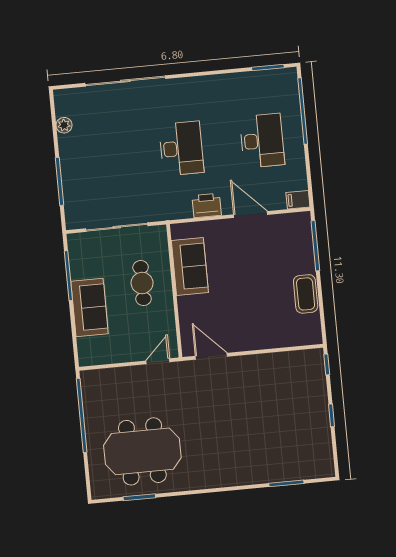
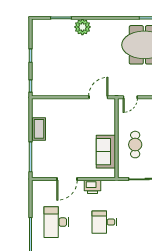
desk: (181, 148) -> (104, 222), width x0.73
filing cabinet: (298, 200) -> (38, 185), removed
door: (251, 215) -> (67, 179), hinge flipped
door: (211, 356) -> (98, 97), swing flipped
plant: (249, 472) -> (82, 27), added

